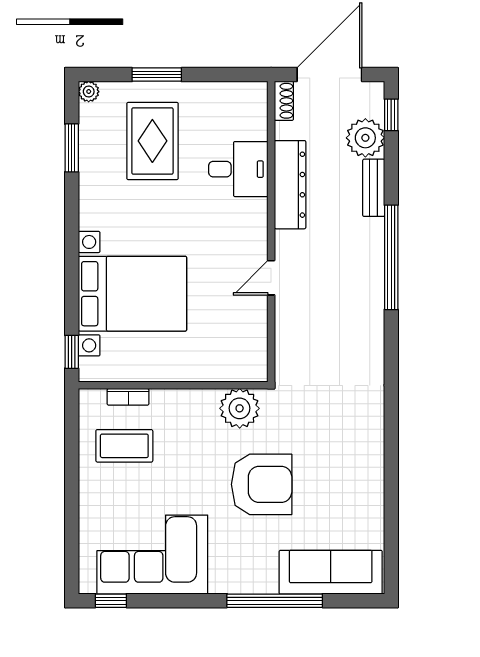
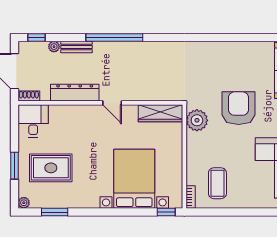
plant: (365, 138) -> (54, 47), width x0.53, depth x0.53
desk: (238, 169) -> (33, 121), moved
door: (271, 278) -> (112, 103), moved
wardrobe: (252, 342) -> (160, 113), added
bookcase: (128, 397) -> (191, 197), moved

